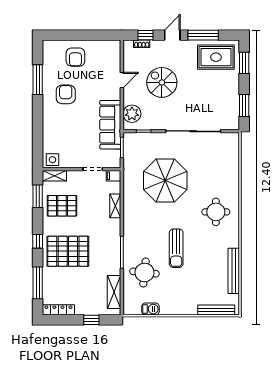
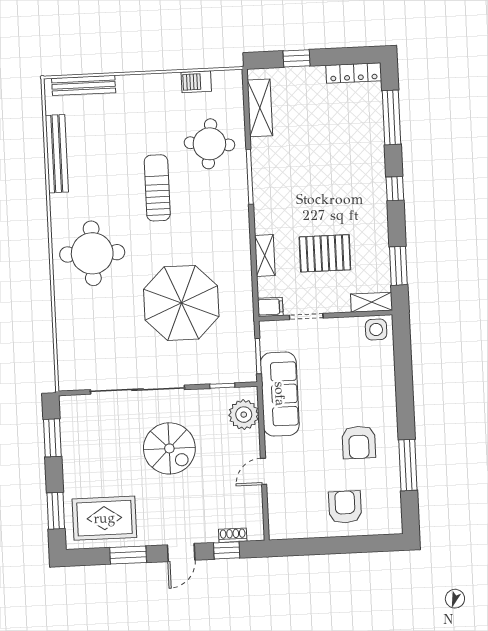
window: (203, 35) -> (128, 555), width x0.69
spiral stairs: (162, 82) -> (169, 448), moved
pallet: (62, 206) -> (325, 253), moved
round table: (216, 212) -> (92, 253), width x1.36, depth x1.36
pallet: (68, 251) -> (342, 174), removed

